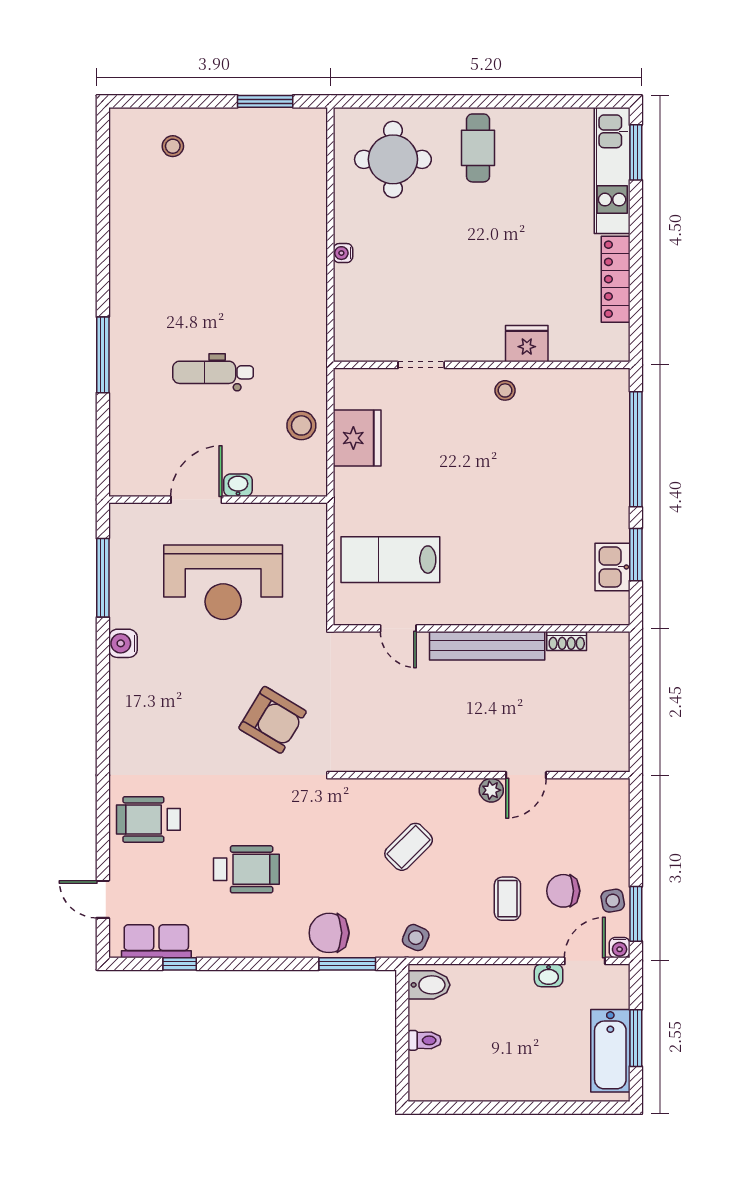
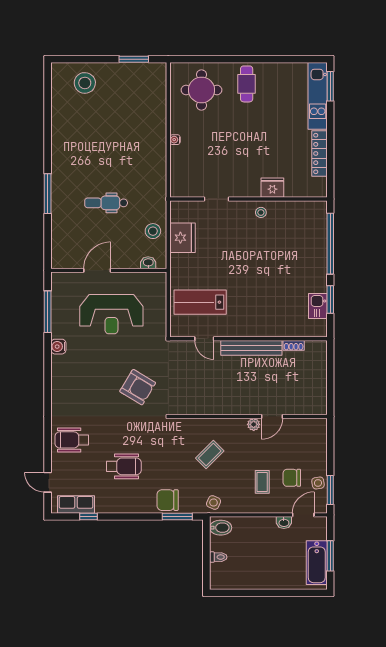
stool: (173, 146) -> (85, 83), width x1.89, depth x1.89
washbasin: (238, 485) -> (148, 263), moved
water cooler: (620, 948) -> (322, 508), removed

